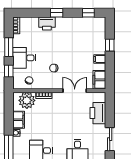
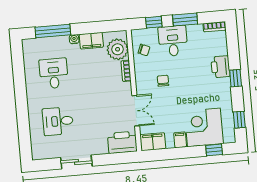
corner desk: (92, 40) -> (204, 127), added
window: (110, 45) -> (214, 150), moved
printer: (98, 113) -> (122, 142), moved

